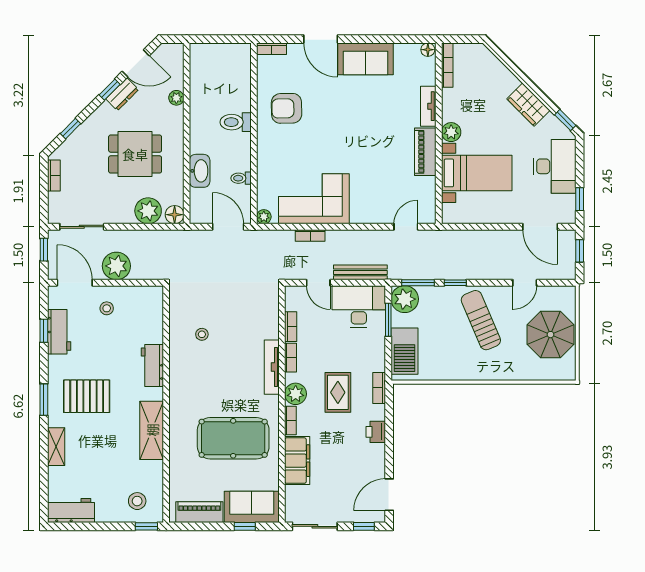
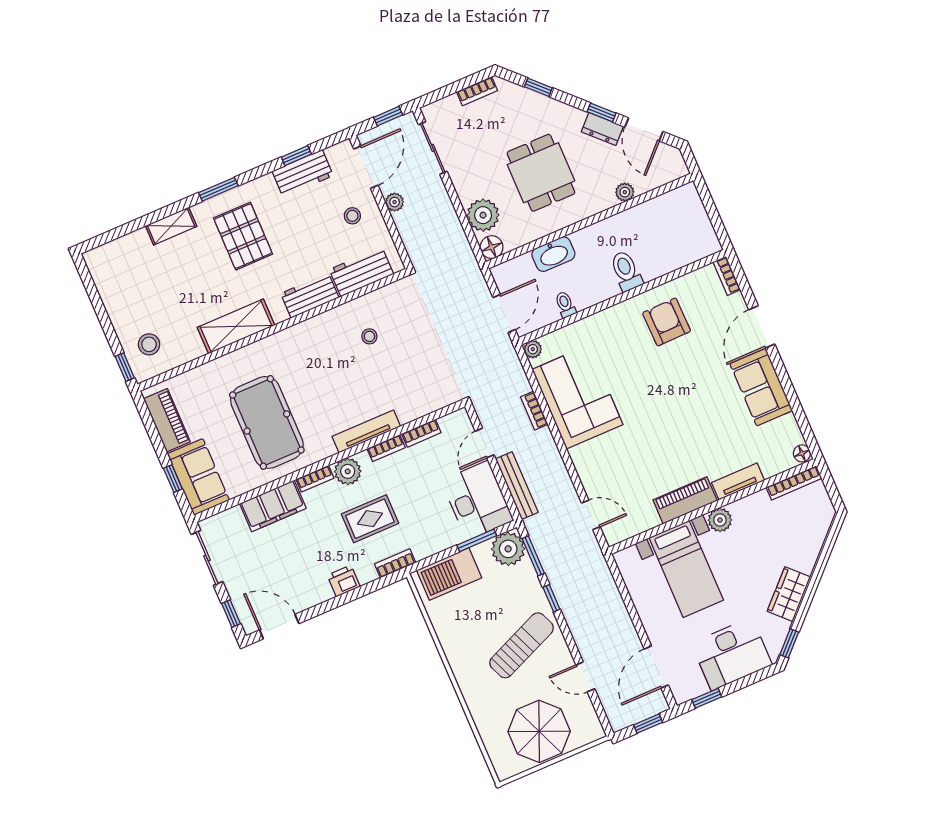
plant: (116, 266) -> (395, 202), width x0.53, depth x0.53
workbench: (71, 511) -> (361, 272), moved, turned -90

